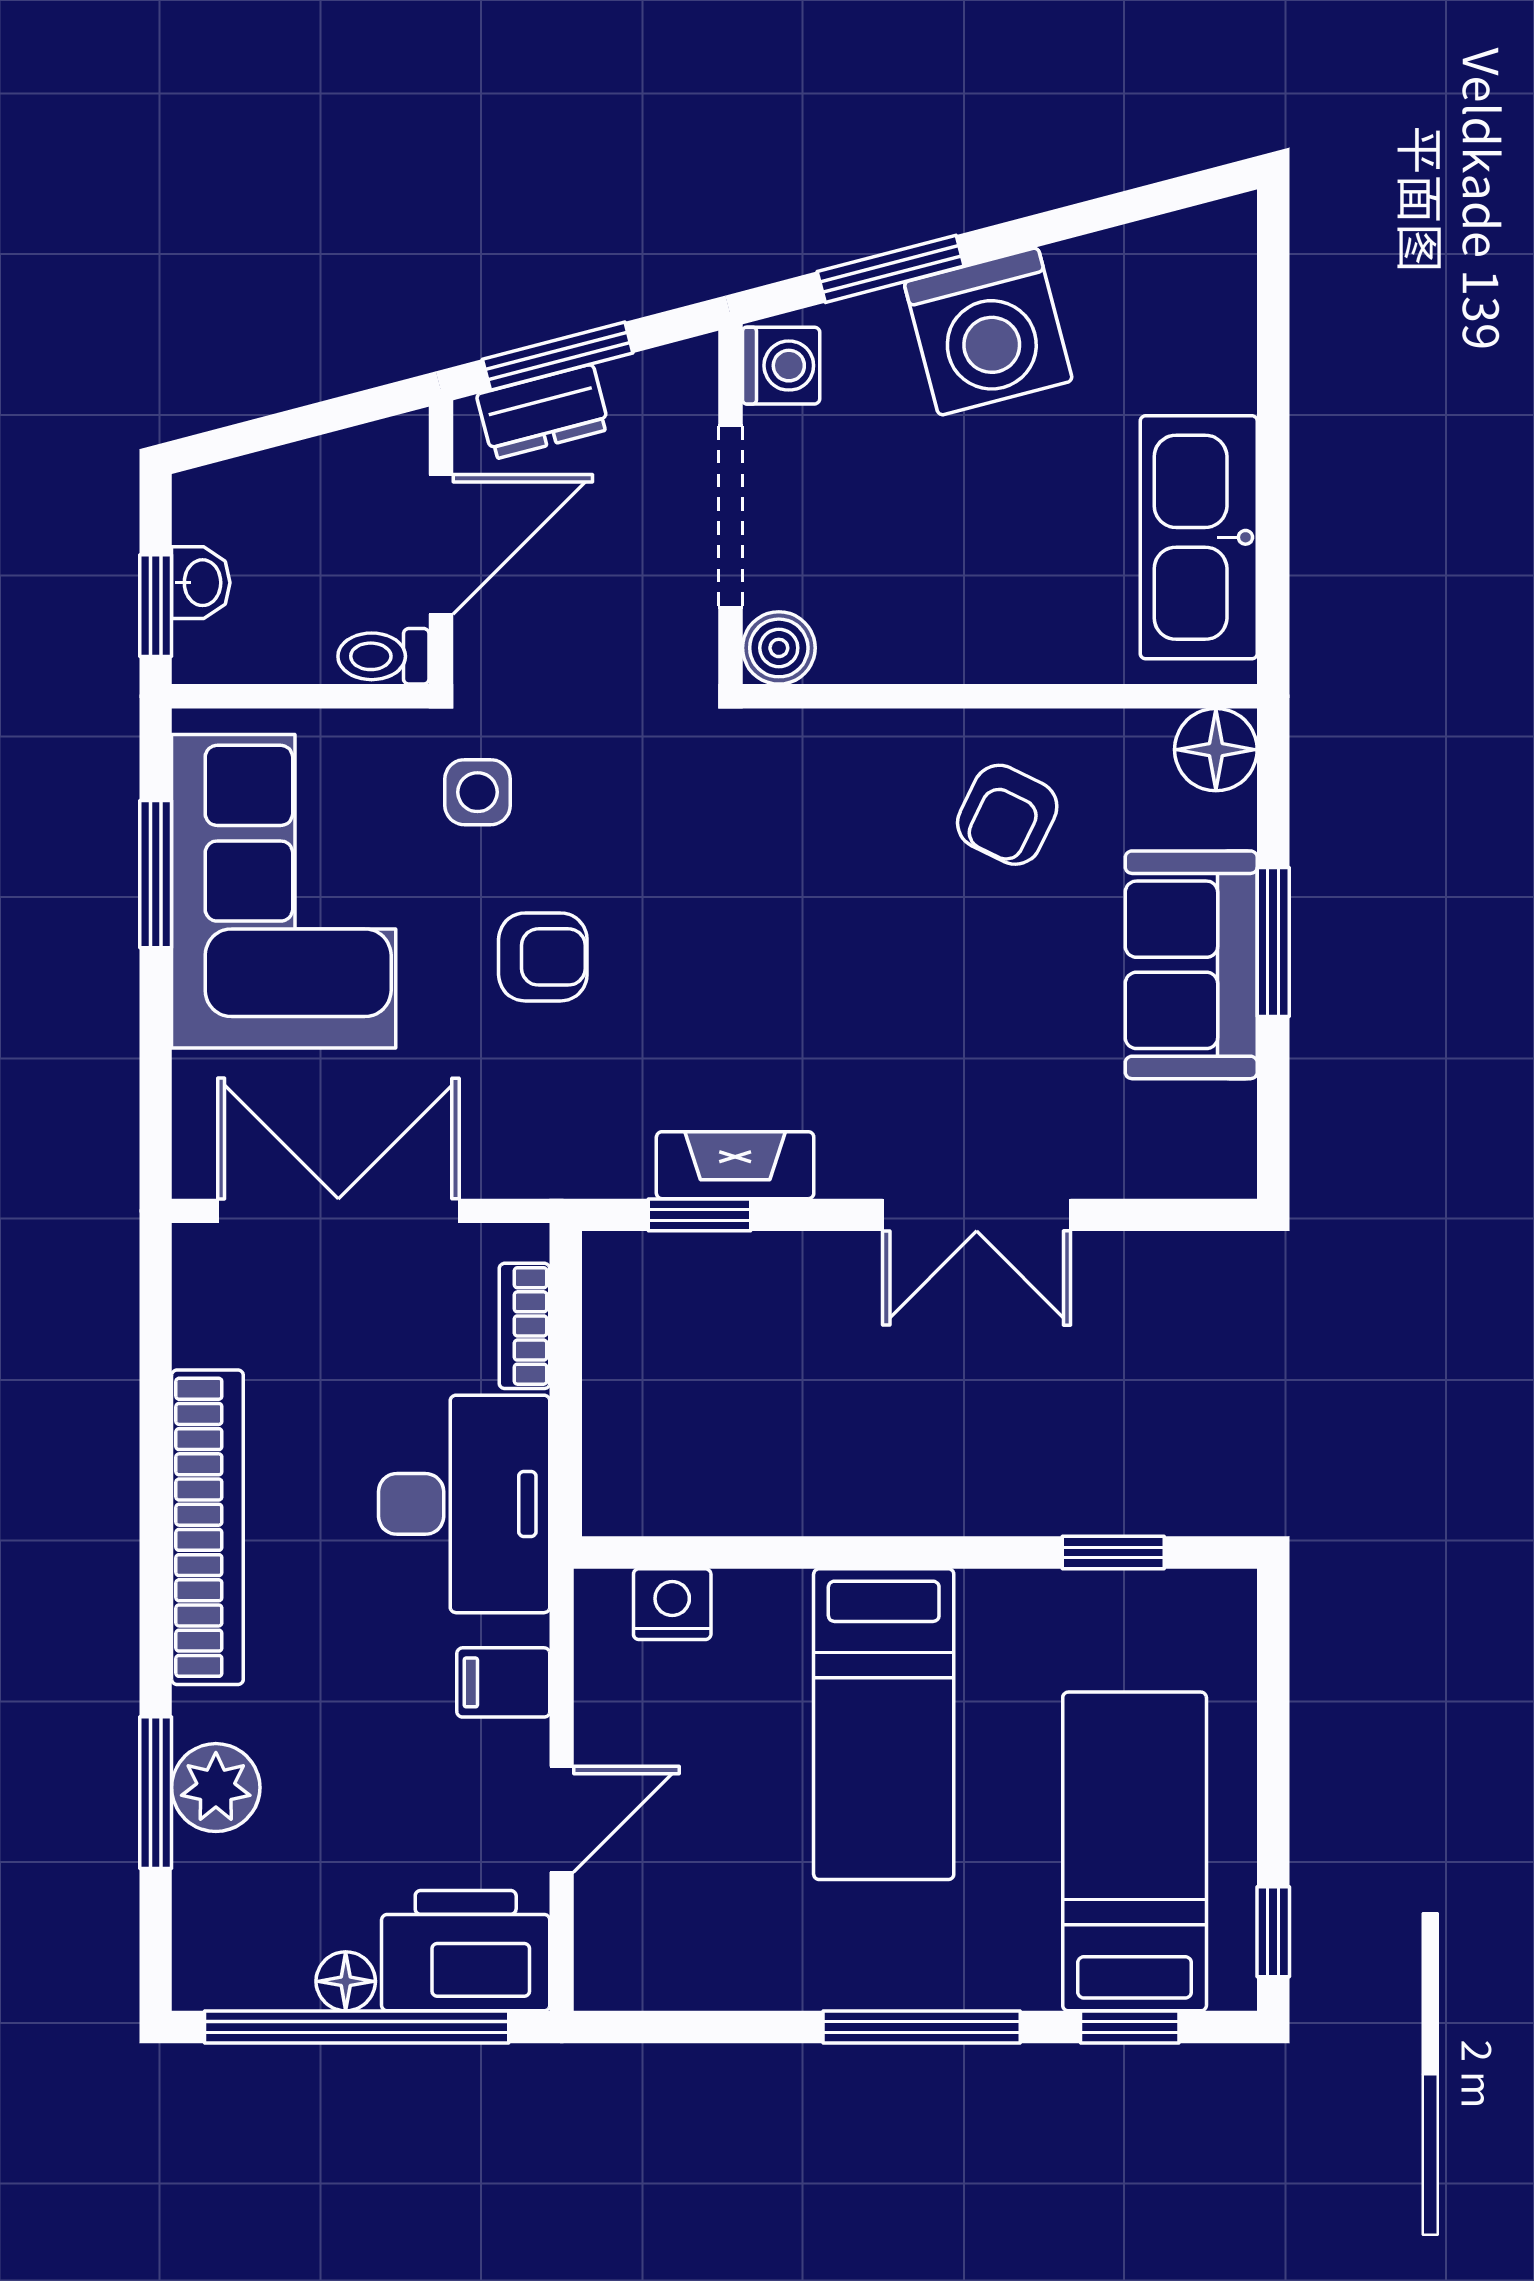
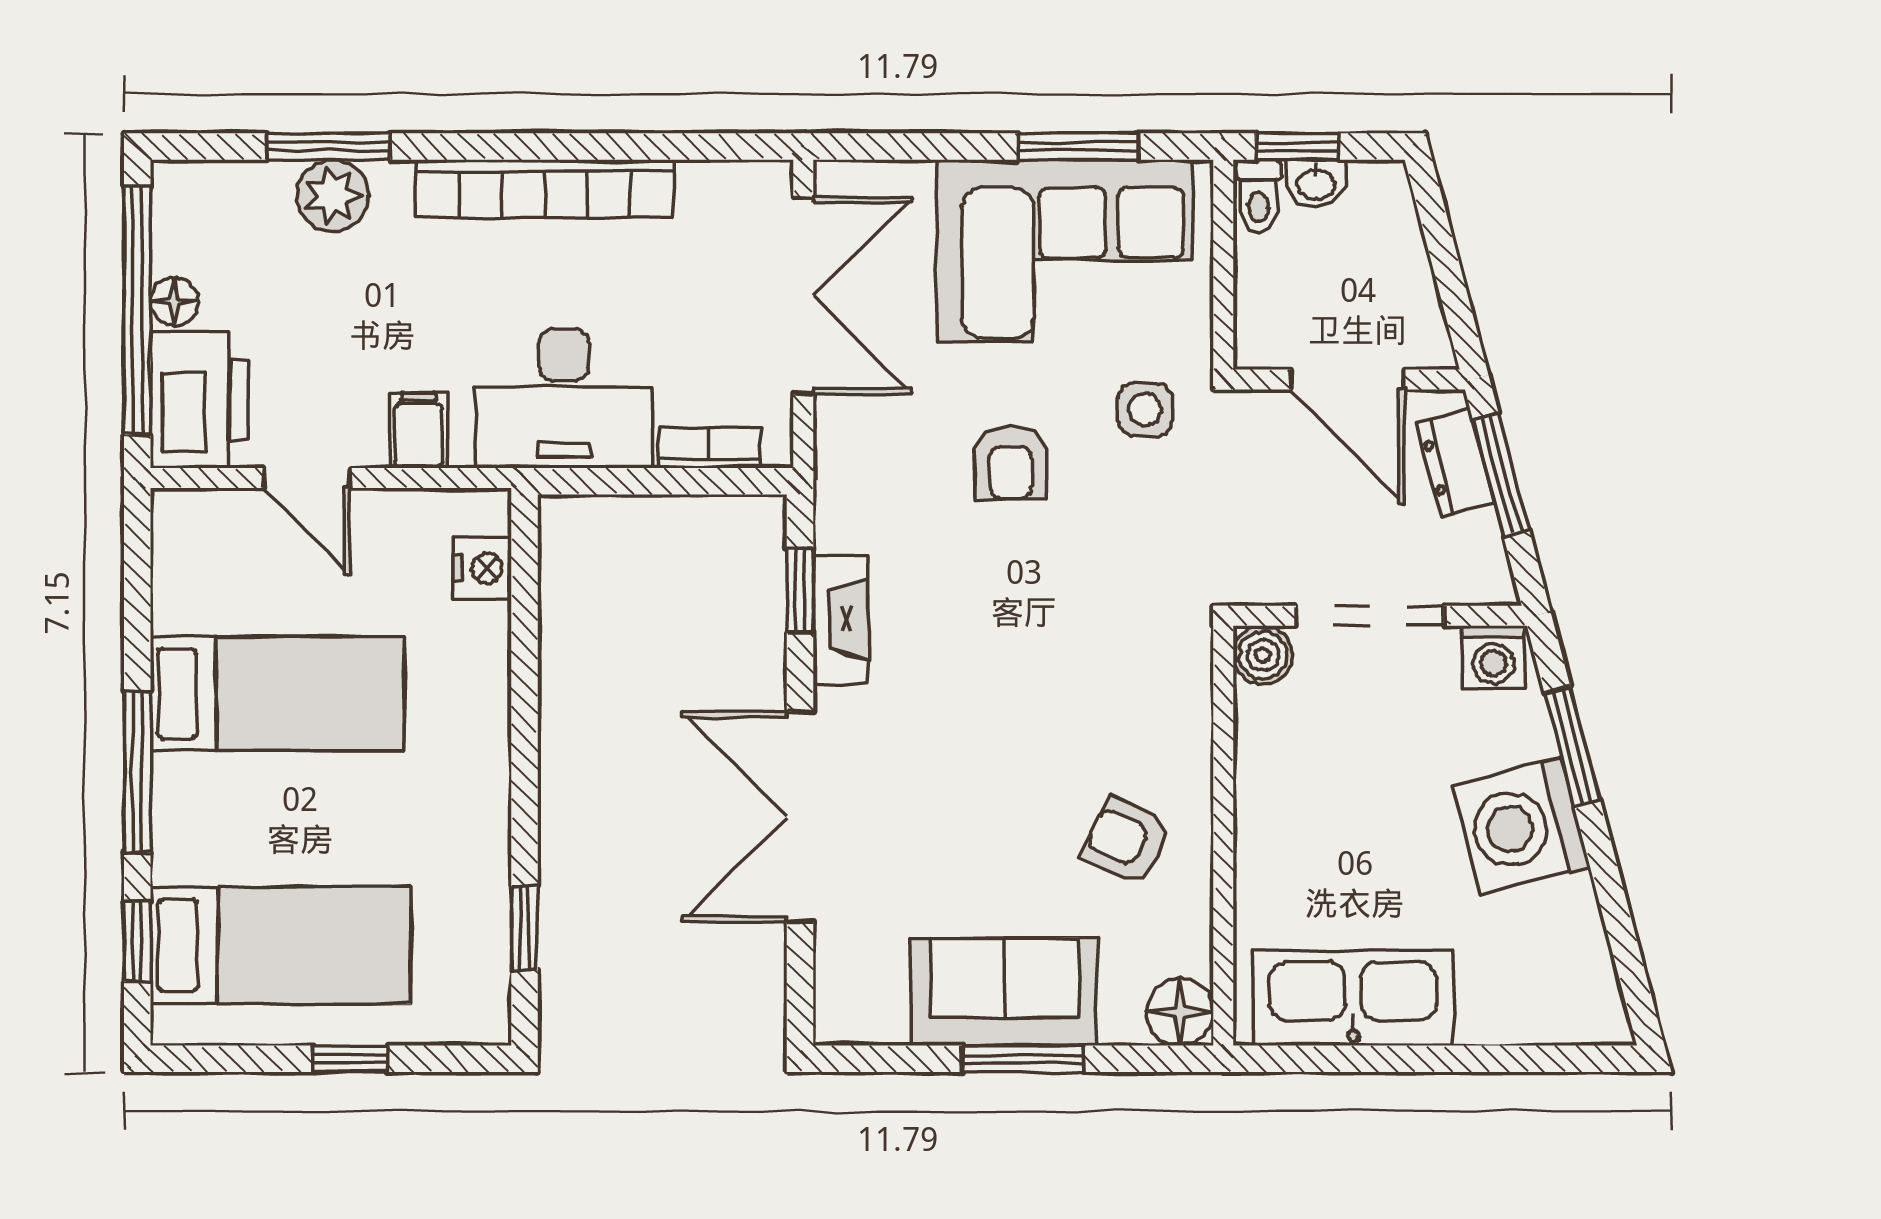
toilet: (384, 656) -> (1259, 197), moved, turned 180
double door: (977, 1215) -> (800, 817), width x1.37
bed: (884, 1724) -> (277, 694), moved, turned 180
window: (1273, 1932) -> (350, 1059), moved

